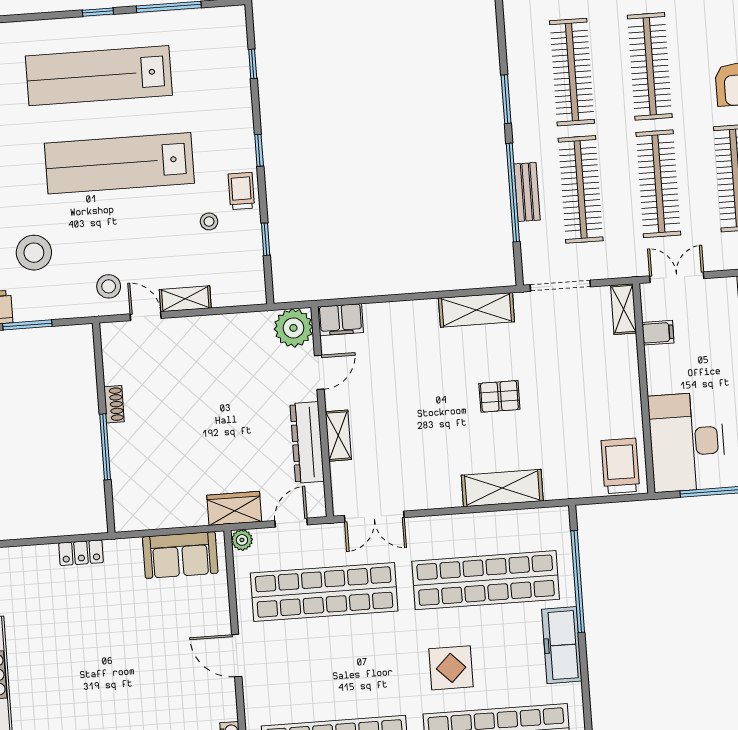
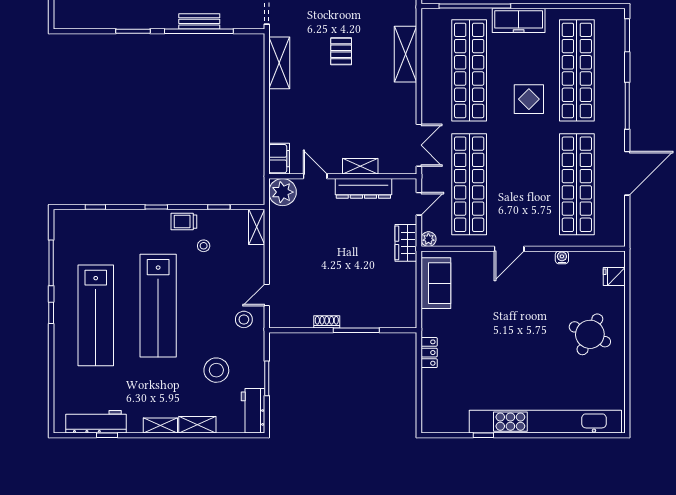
shelving: (185, 299) -> (257, 227), moved
door: (291, 523) -> (419, 204), swing flipped

